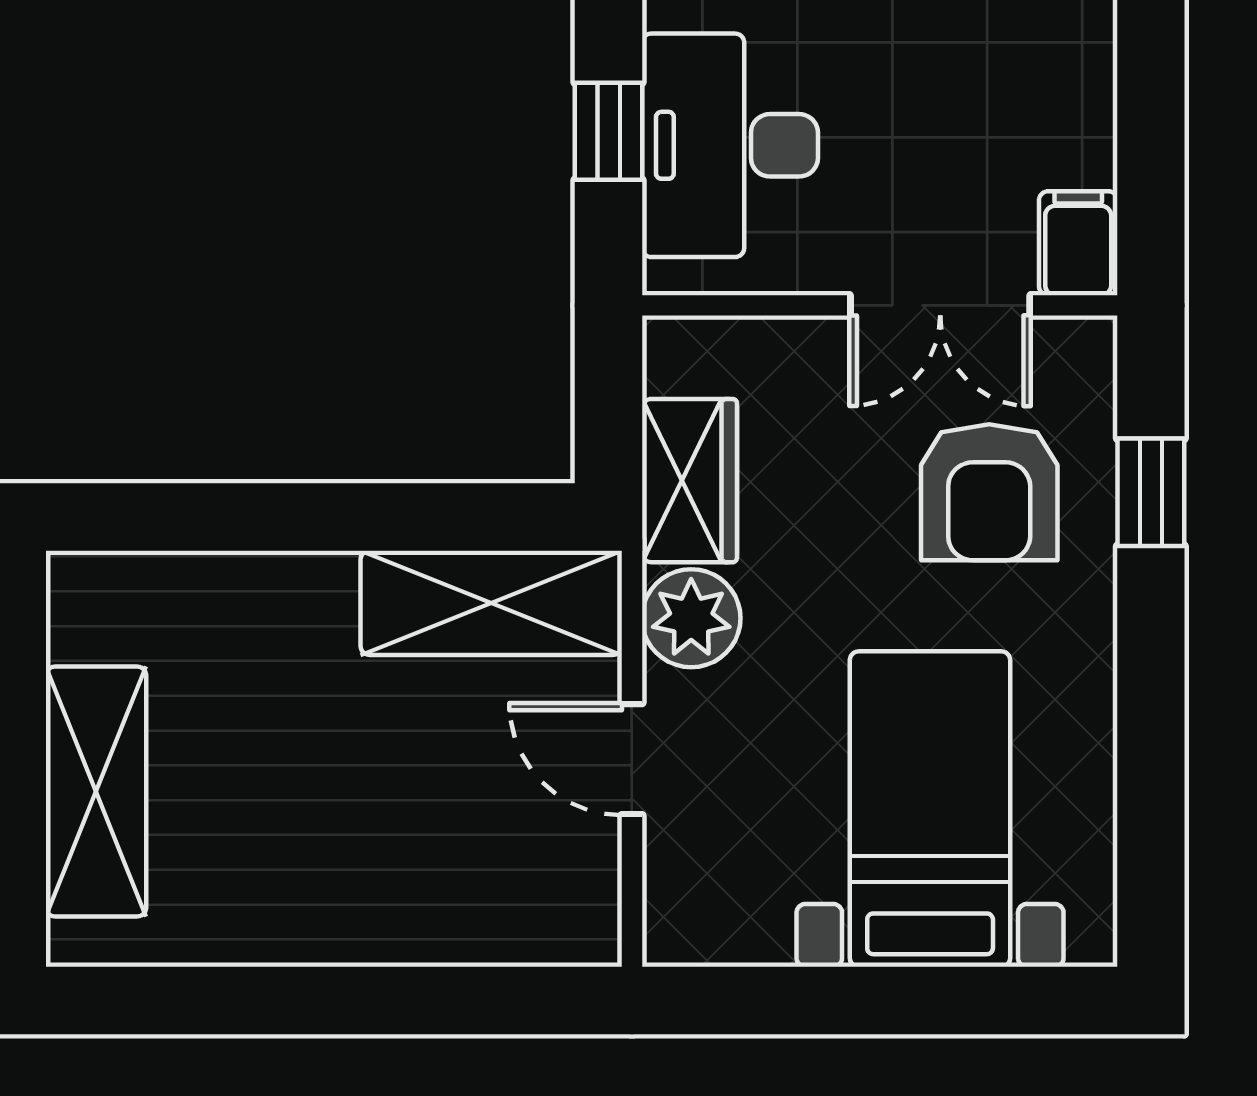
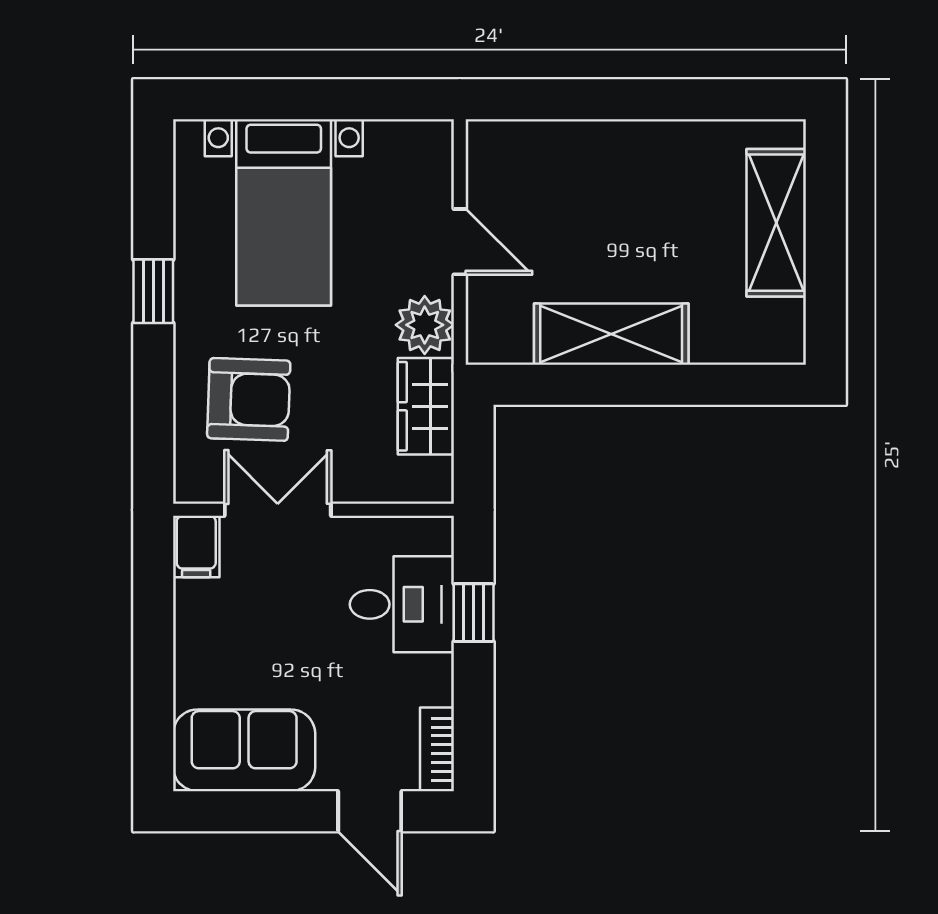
desk: (730, 145) -> (402, 604), width x0.73
armchair: (989, 492) -> (249, 399), turned 92
window: (1151, 492) -> (153, 291), moved
shelving: (491, 603) -> (611, 334), moved

